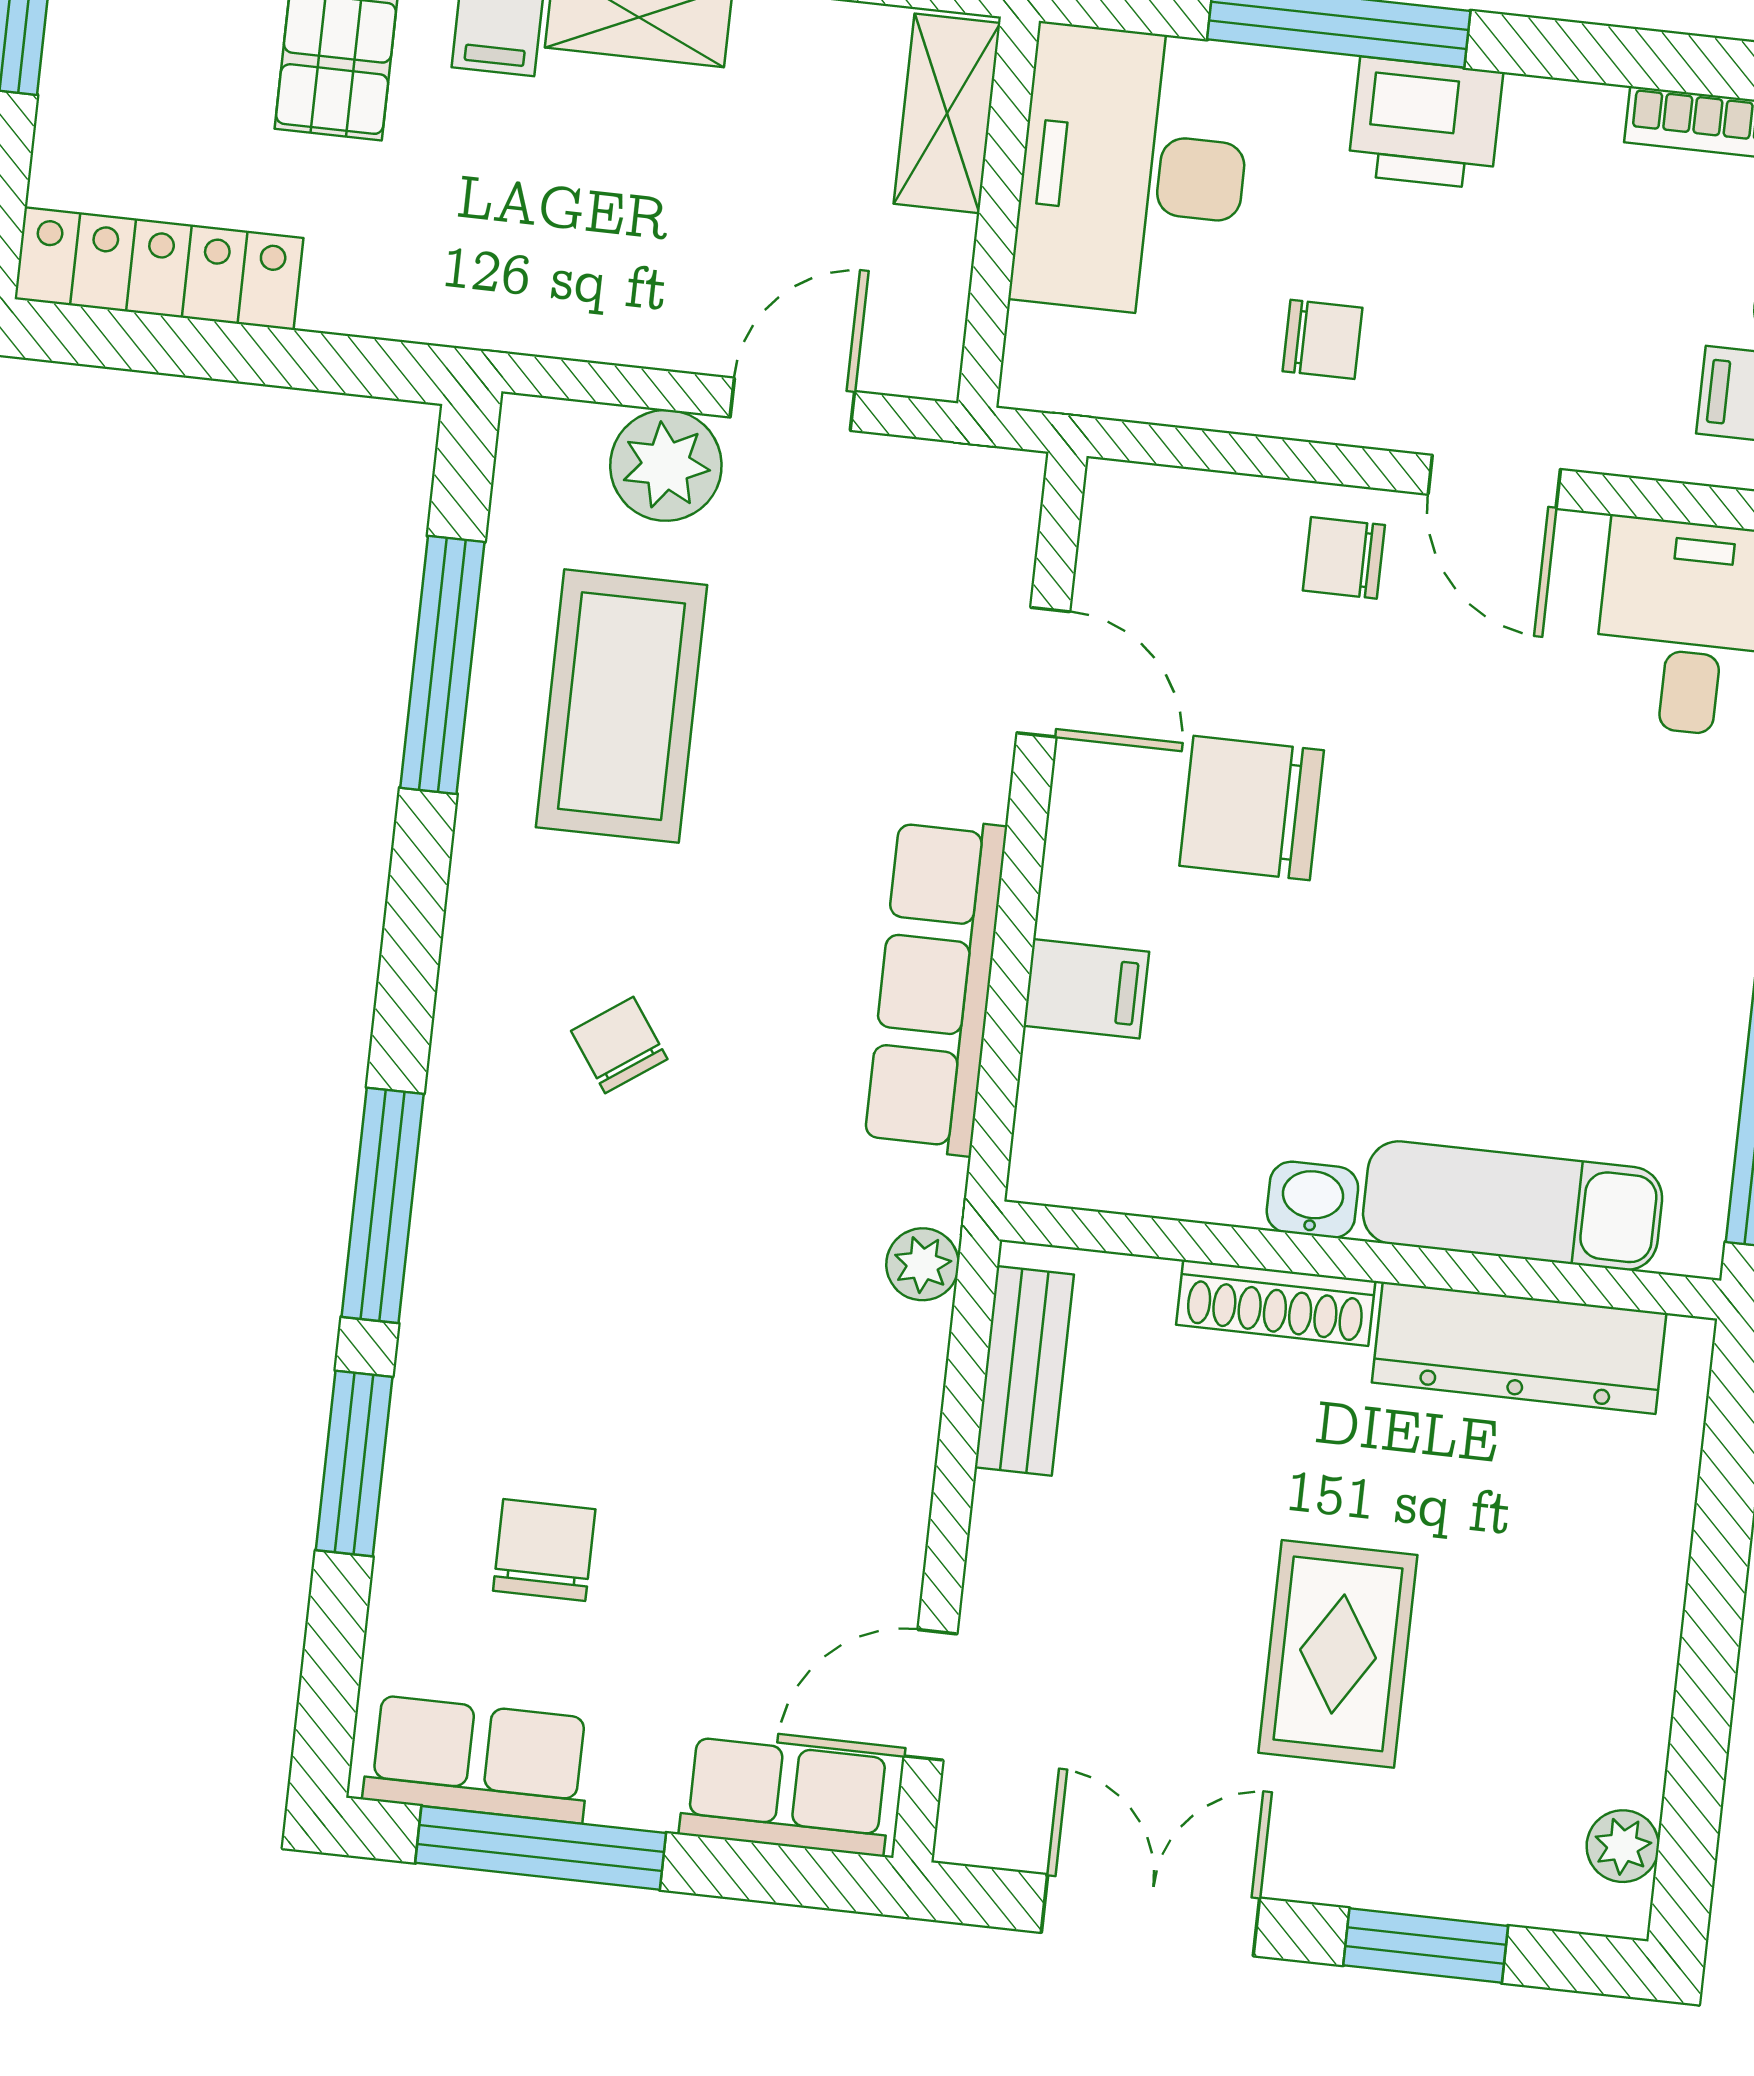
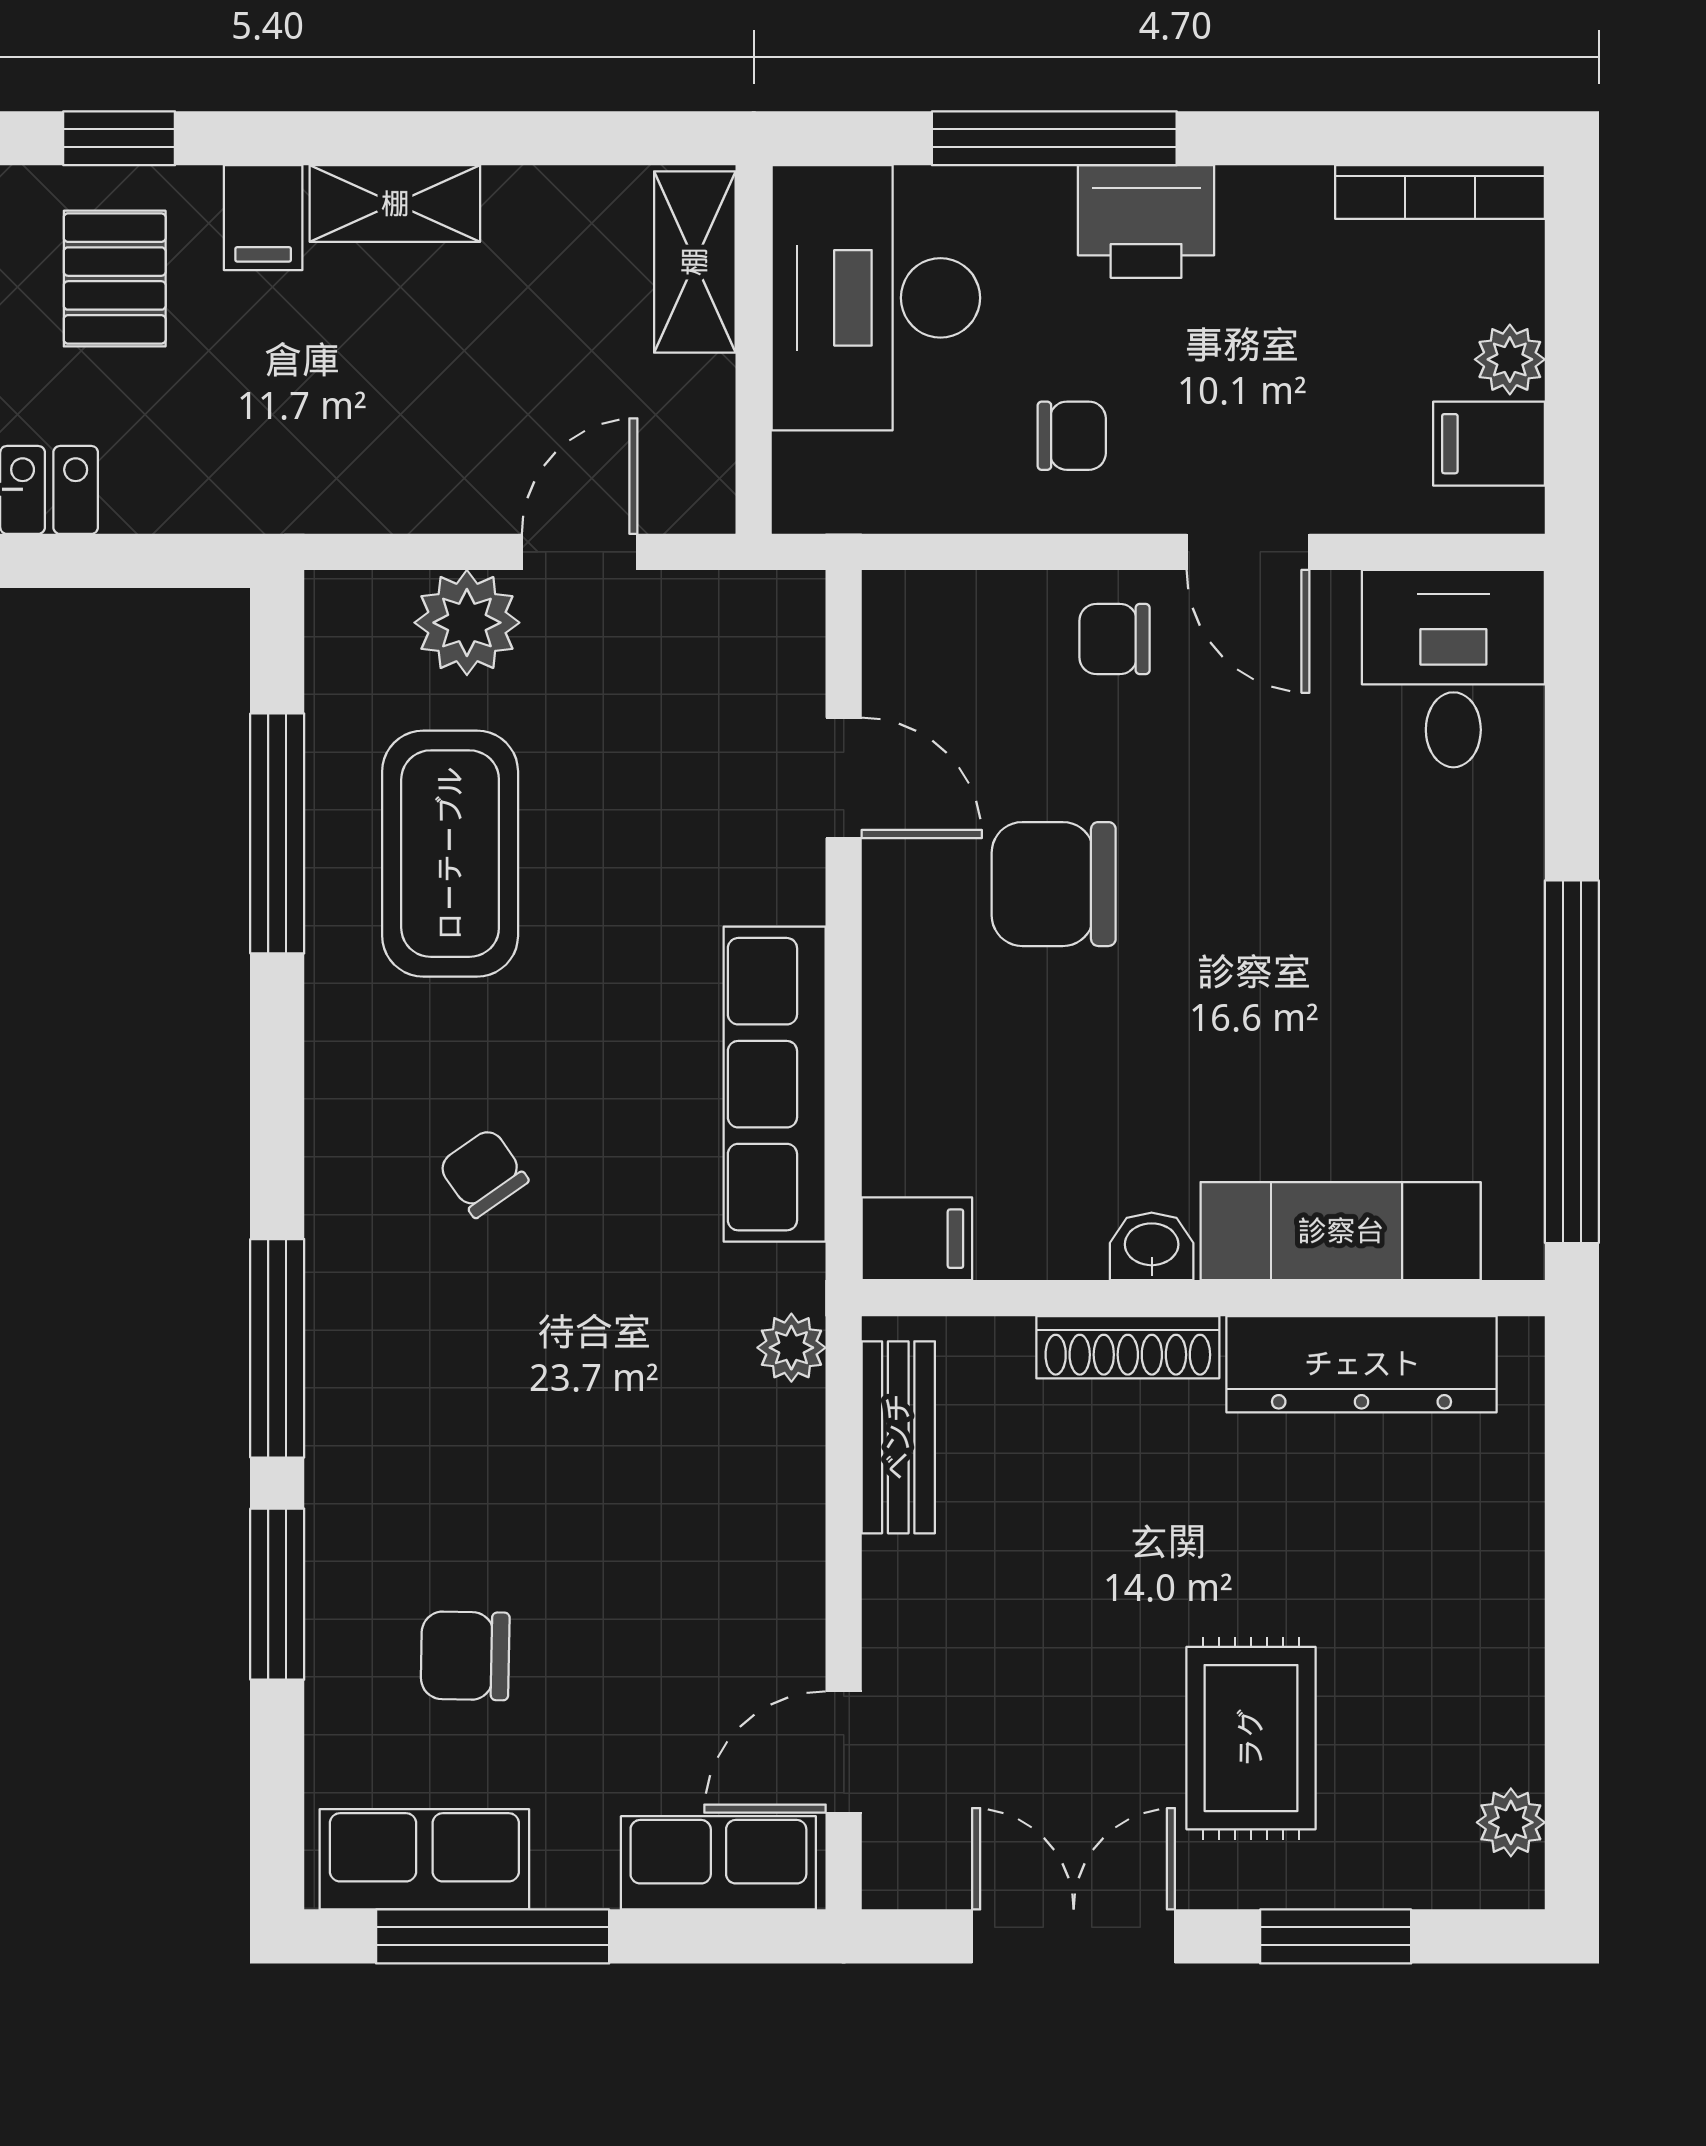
filing cabinet: (1086, 989) -> (917, 1239), moved
chair: (544, 1550) -> (465, 1656), turned -89
rug: (1338, 1654) -> (1251, 1738), moved

